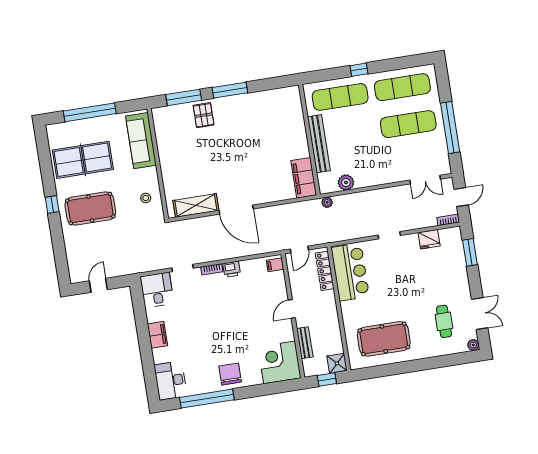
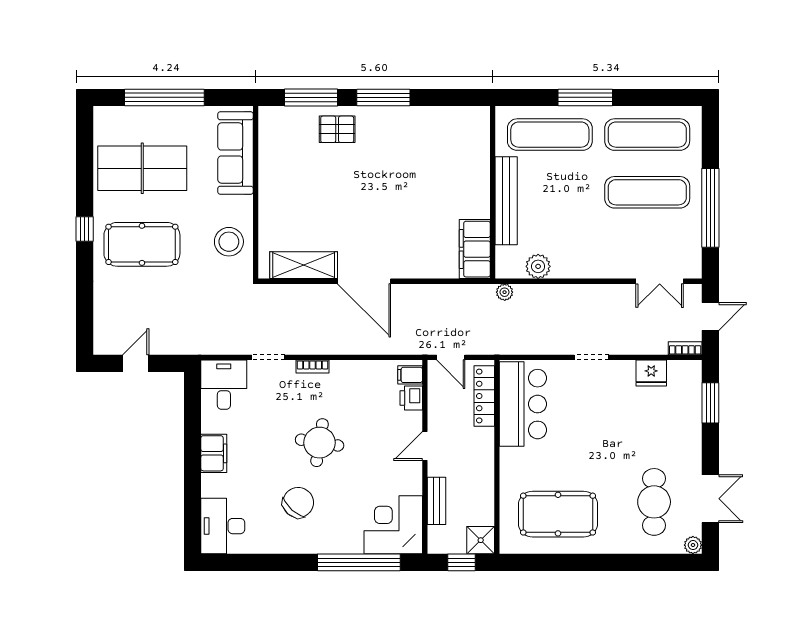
window: (359, 70) -> (585, 97), width x2.17
pallet: (204, 115) -> (337, 129), turned 90
stool: (146, 198) -> (229, 242), width x1.89, depth x1.89
door: (299, 250) -> (451, 357), hinge flipped
printer: (232, 269) -> (411, 398), moved, turned 90
round table: (224, 317) -> (320, 443), added
cafe table: (444, 321) -> (654, 502), width x1.37, depth x1.35
chair: (230, 374) -> (298, 503), moved, turned 42
window: (207, 399) -> (359, 562), moved

